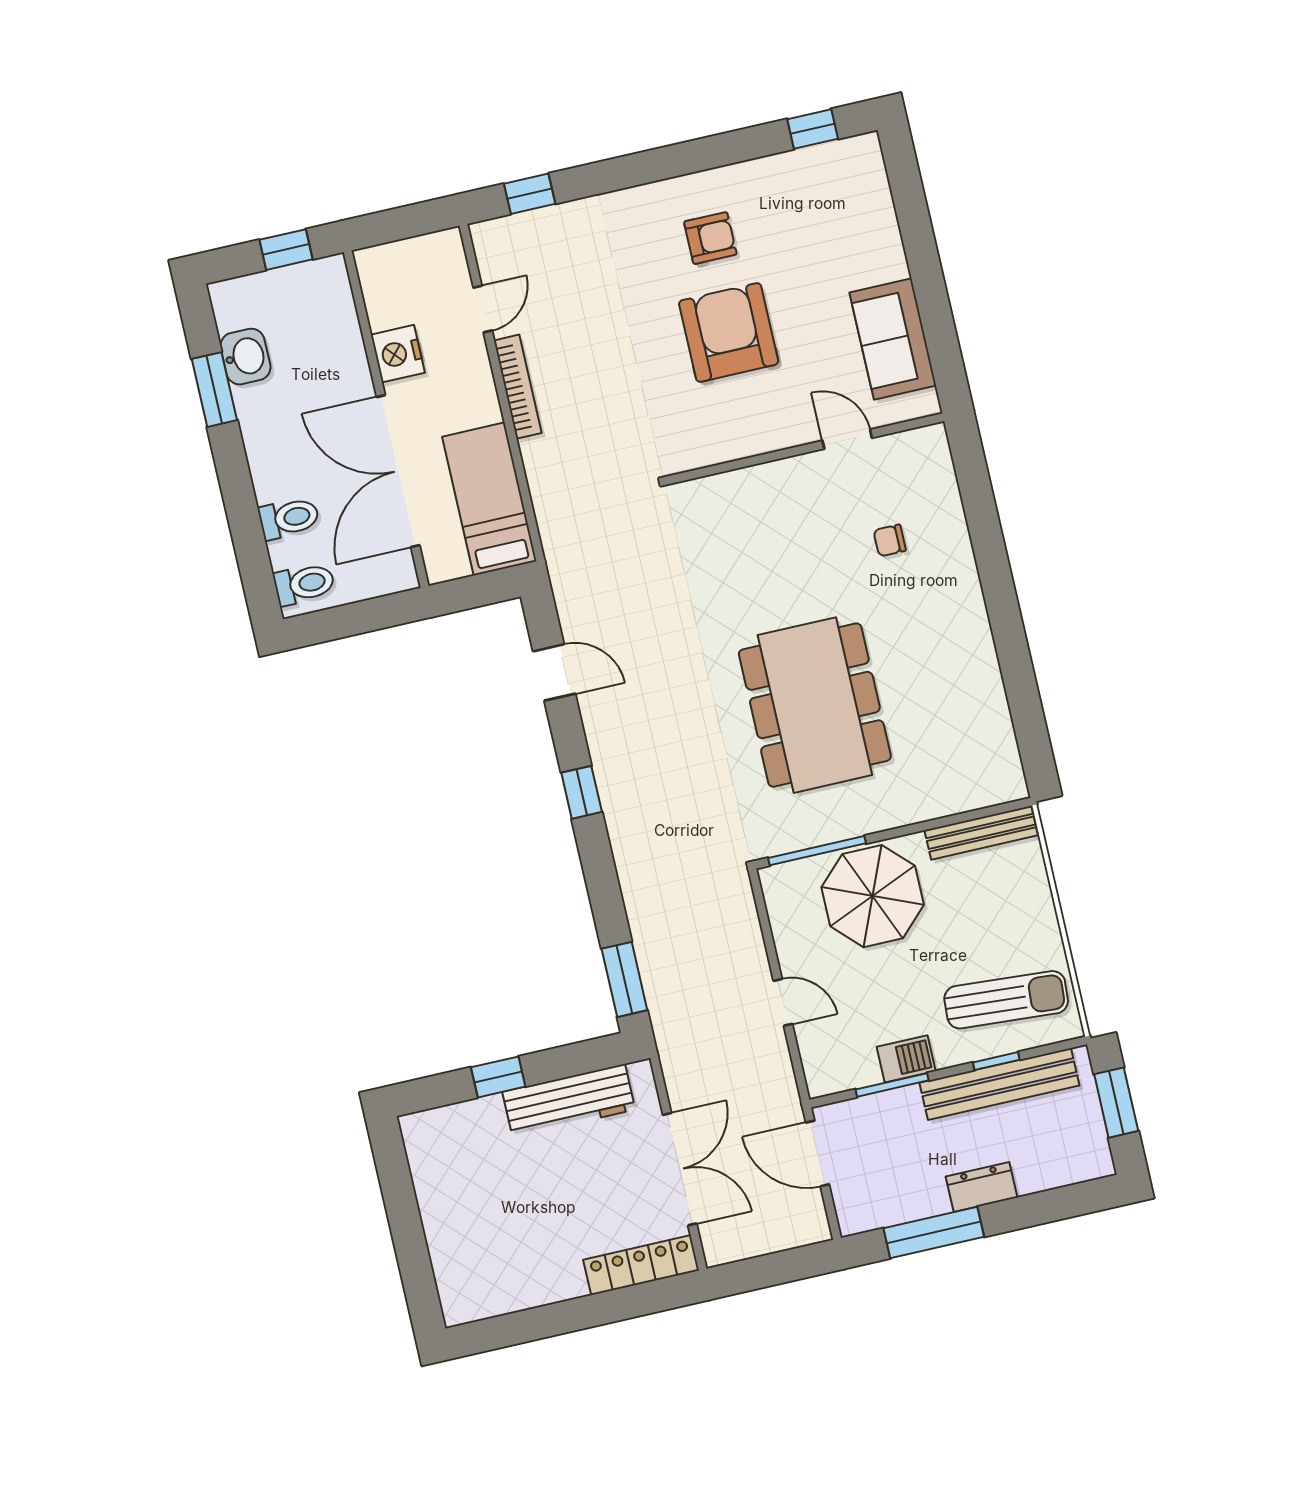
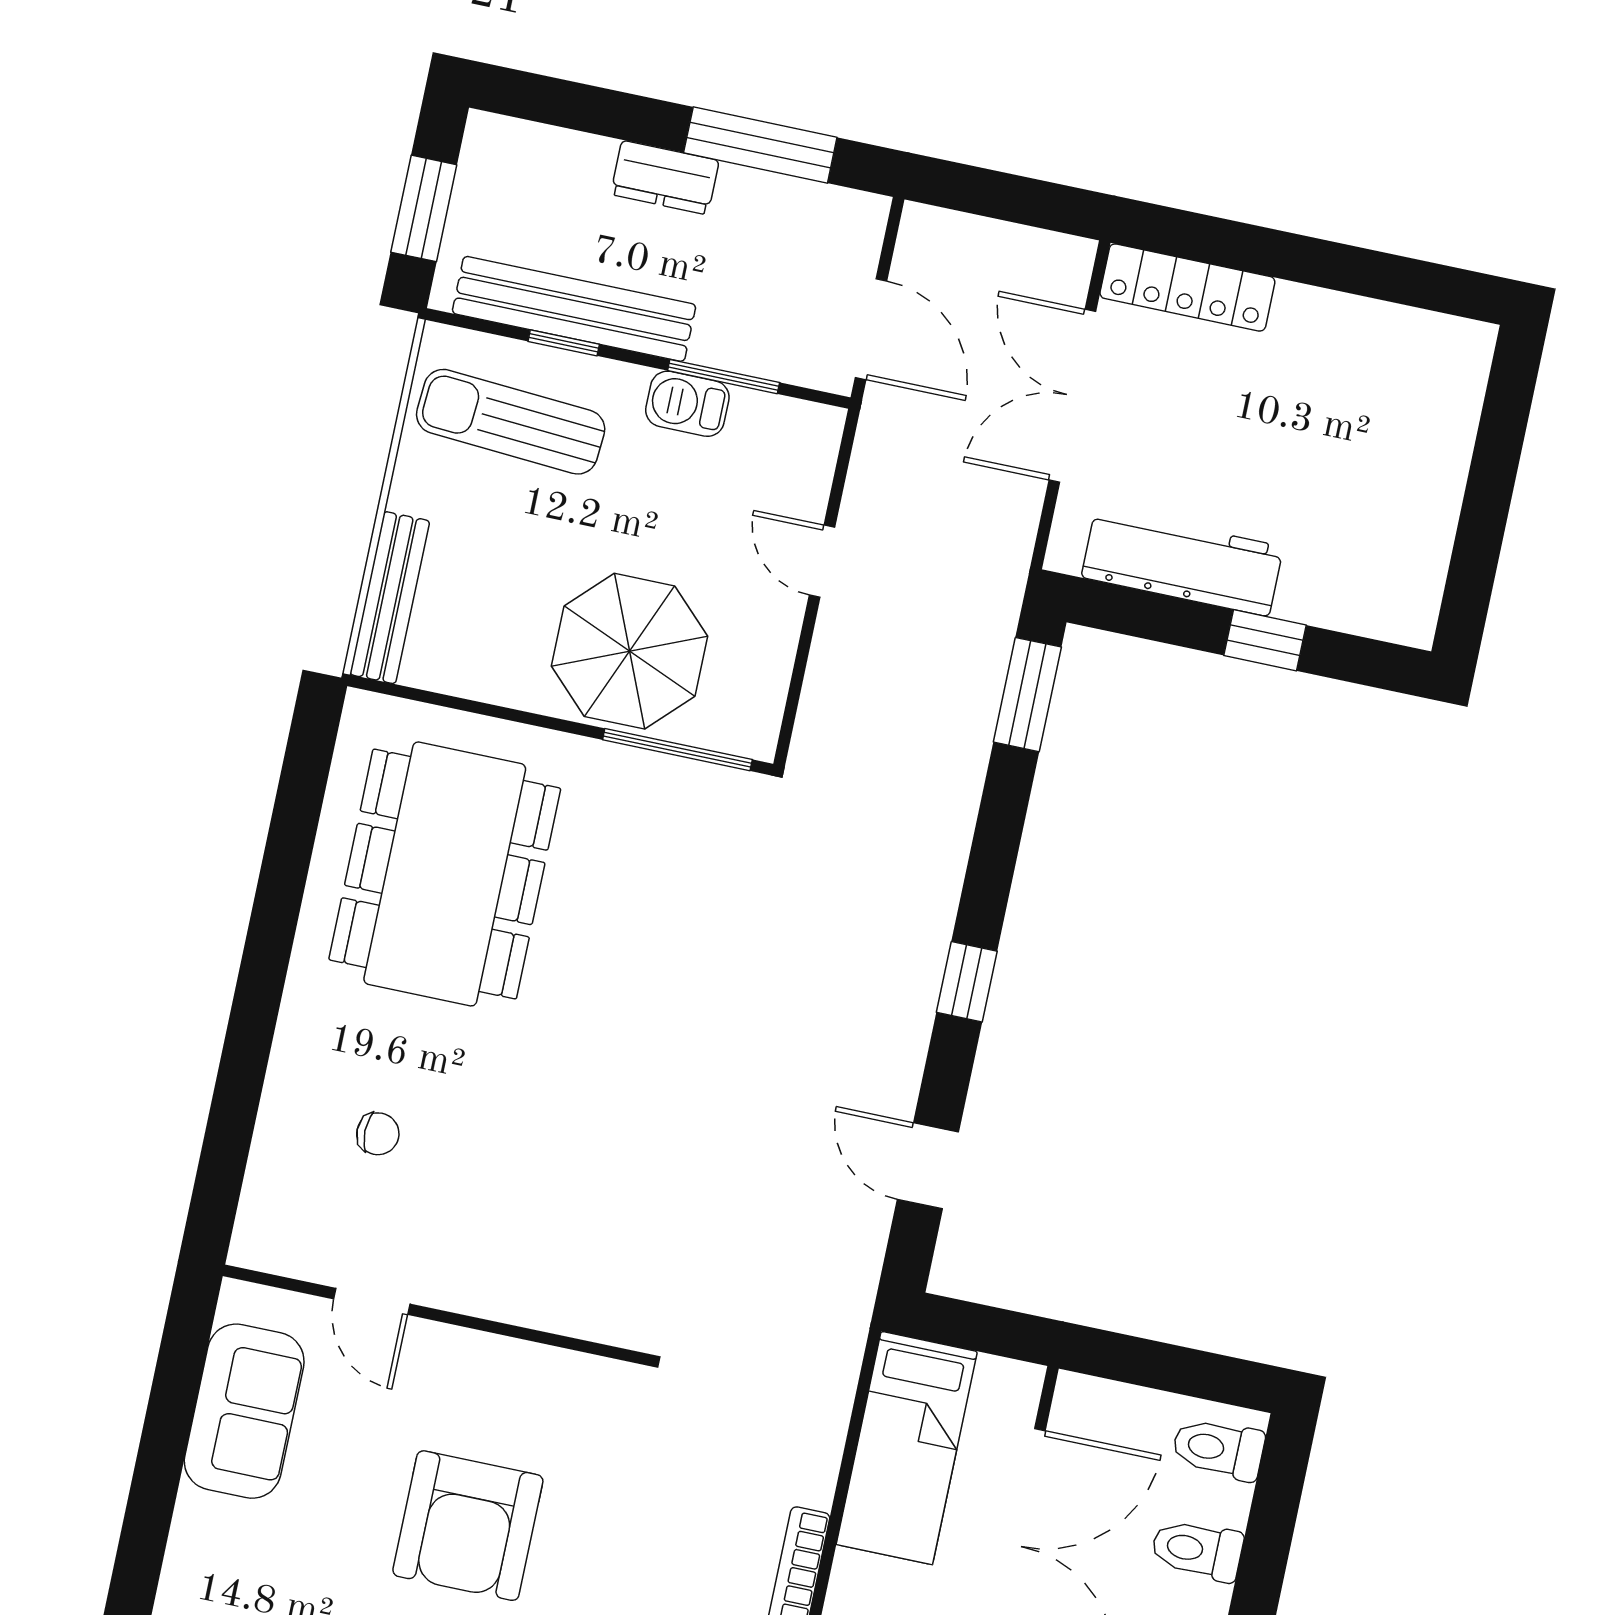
dining table: (815, 705) -> (445, 874), moved
bench: (981, 833) -> (390, 598), moved, turned 90

